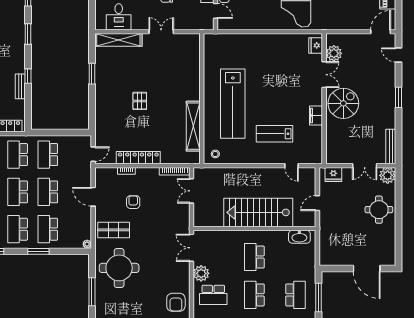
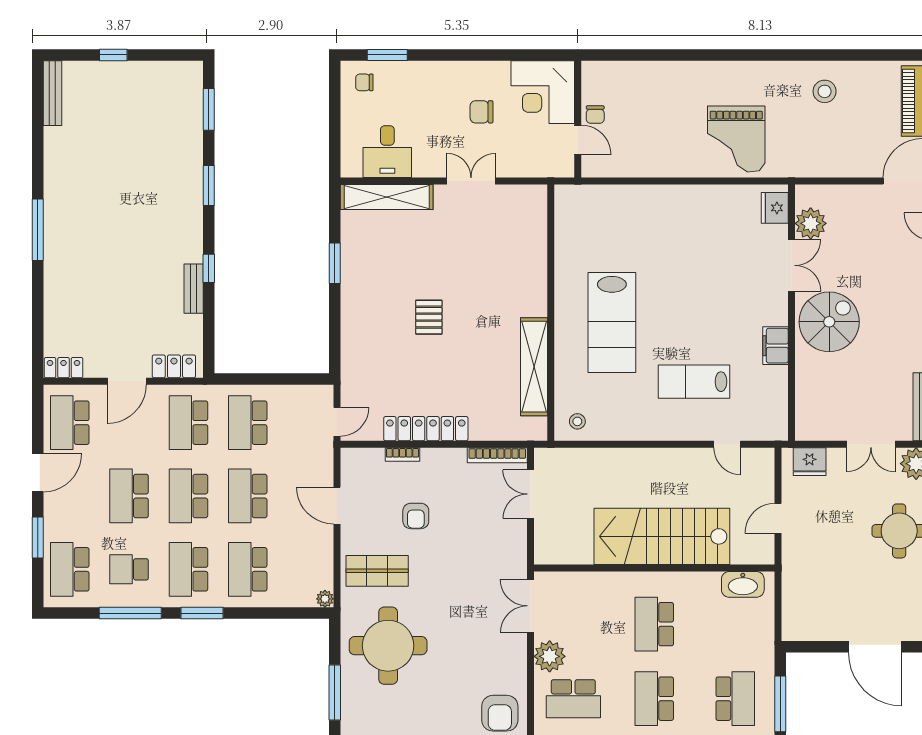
lab bench: (233, 104) -> (612, 322), width x0.73
armchair: (133, 202) -> (416, 516), turned 180
window: (38, 251) -> (202, 613), moved

